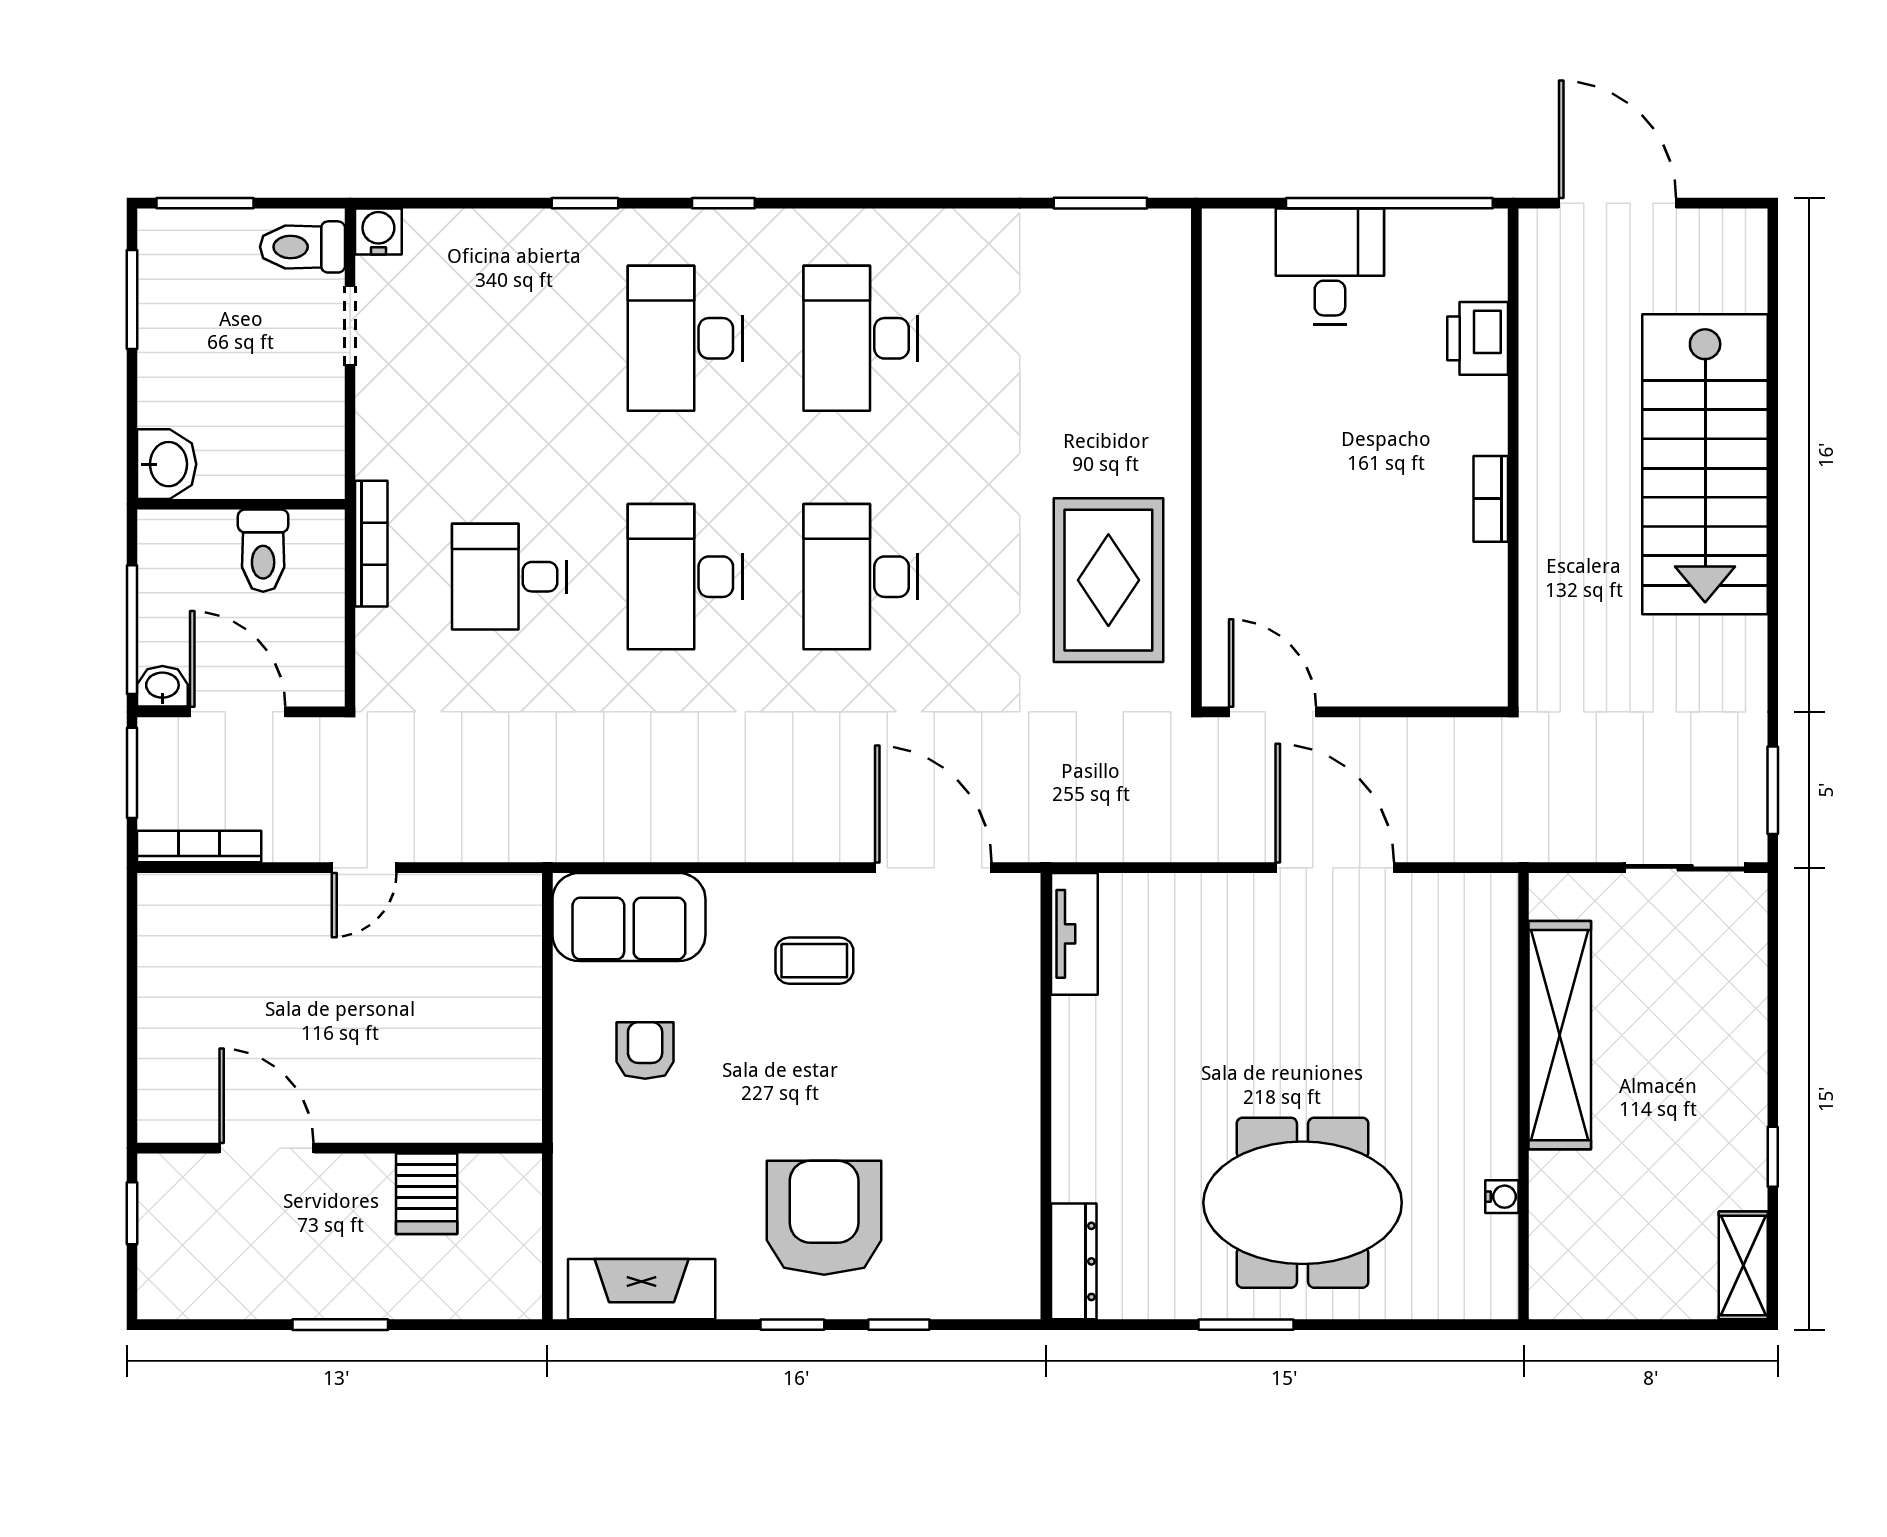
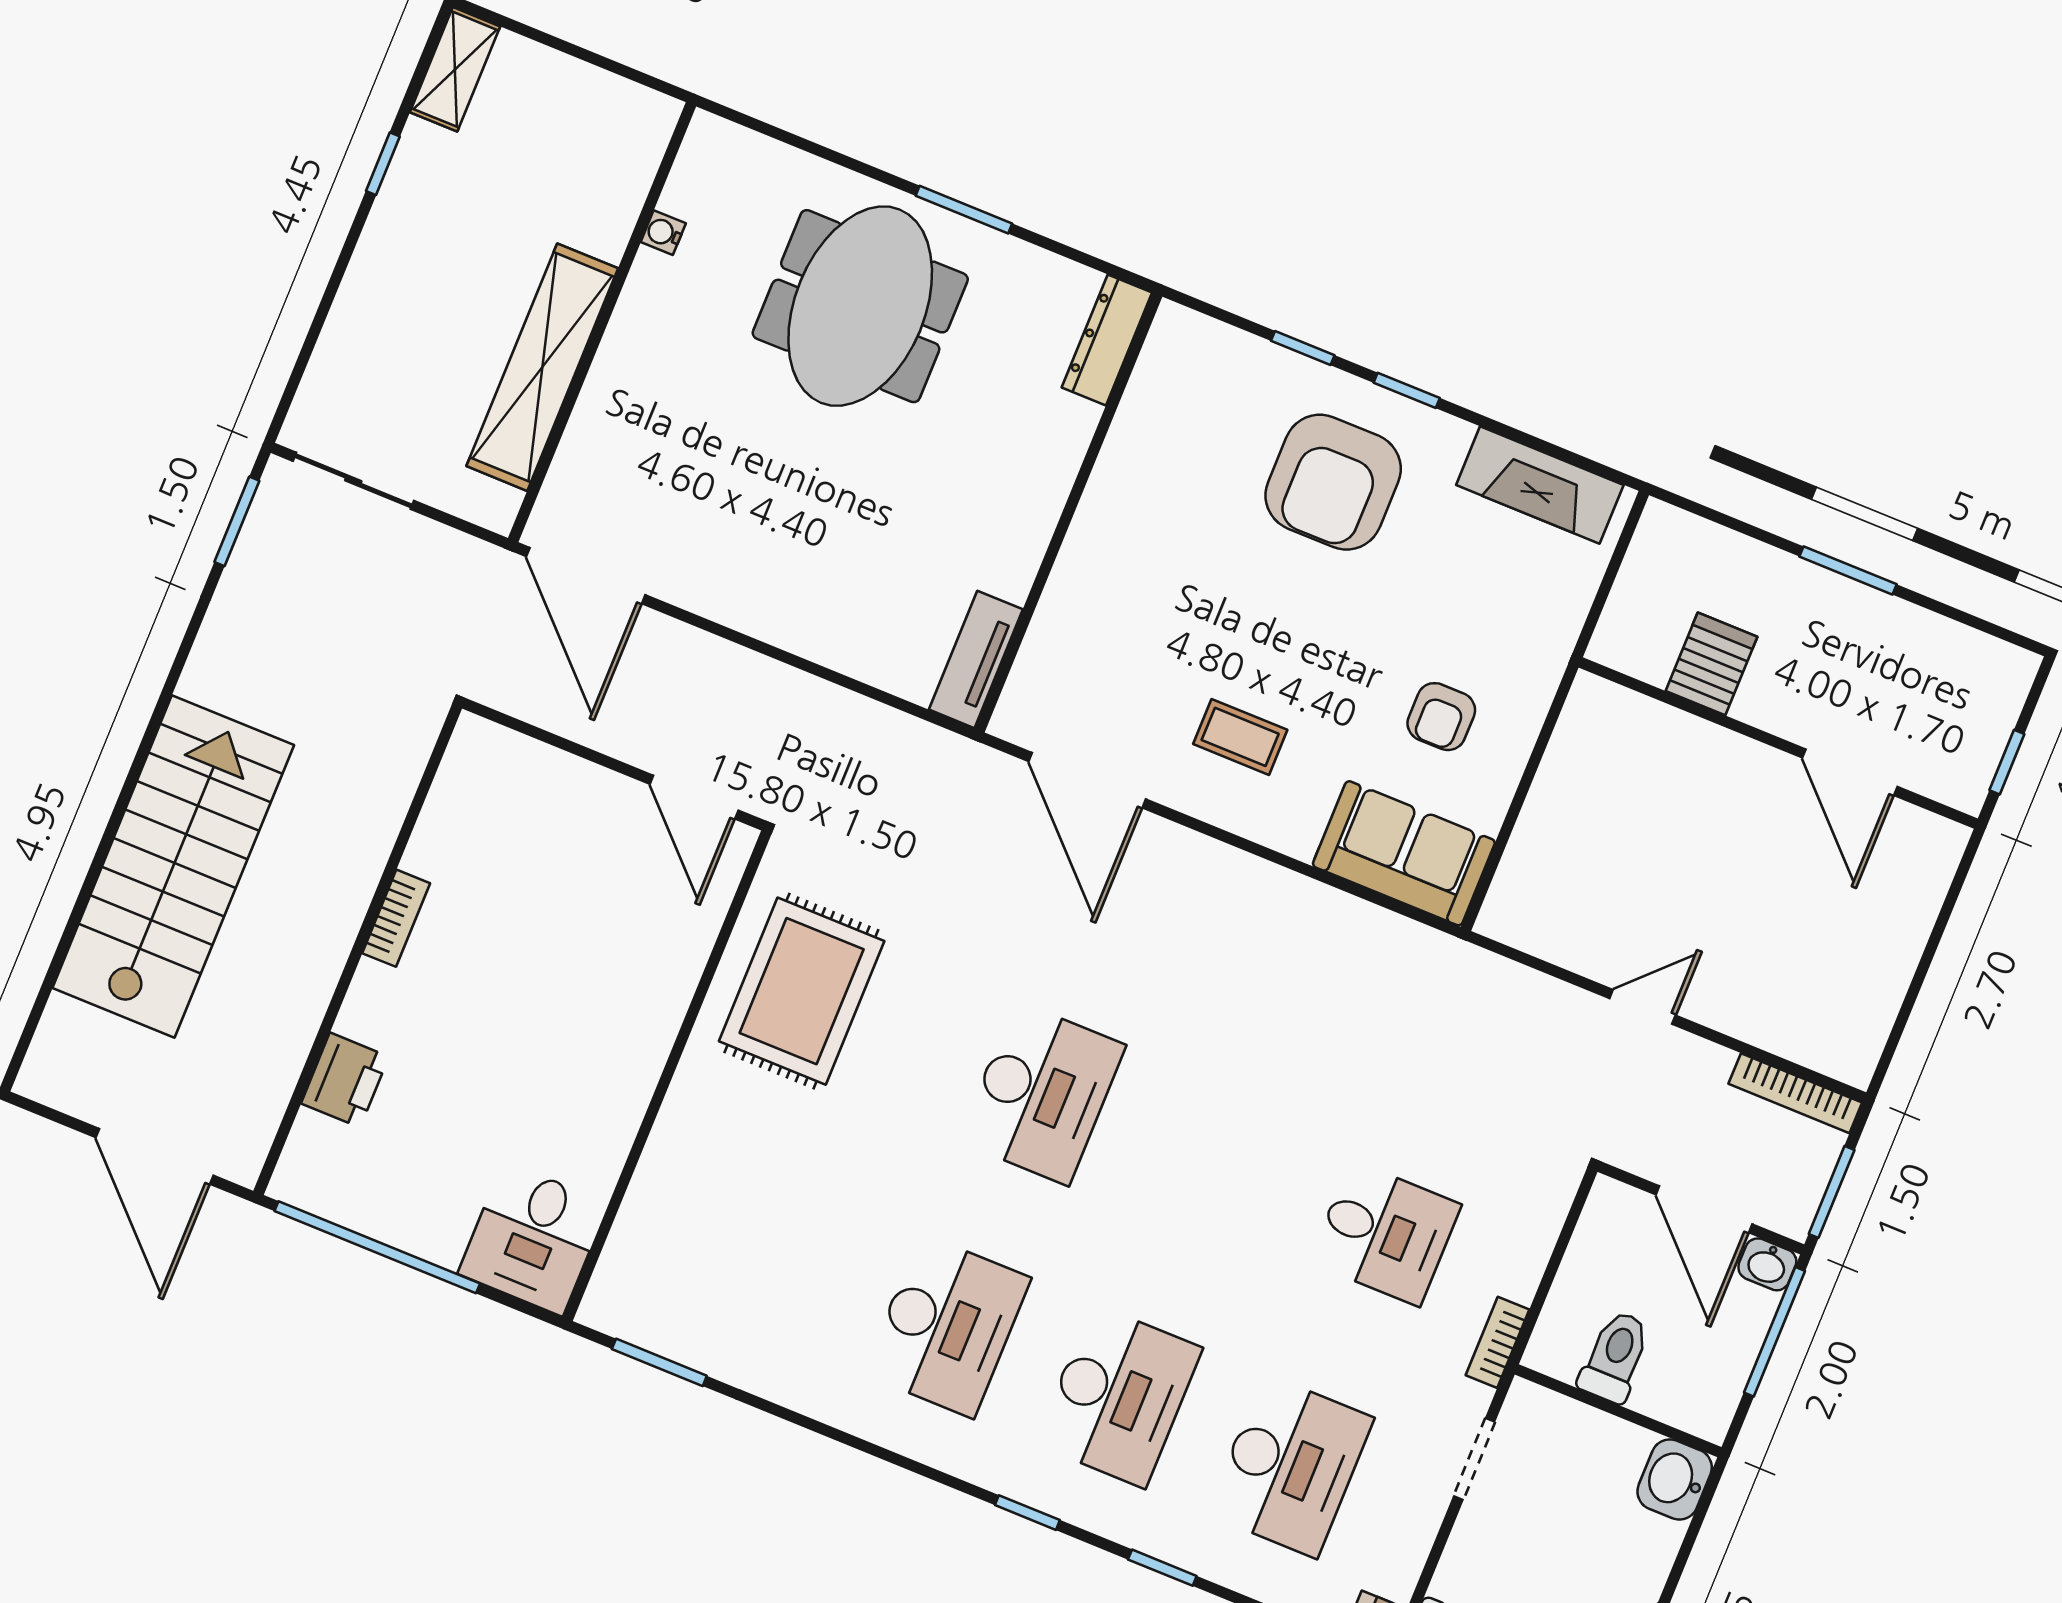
desk: (1330, 267) -> (533, 1239), moved
doorway: (350, 326) -> (1474, 1459), moved
bookcase: (371, 544) -> (1498, 1342), width x0.64
desk: (685, 577) -> (1290, 1466), moved
door: (1335, 868) -> (586, 576), moved
meeting table: (1303, 1203) -> (860, 306), turned 90

